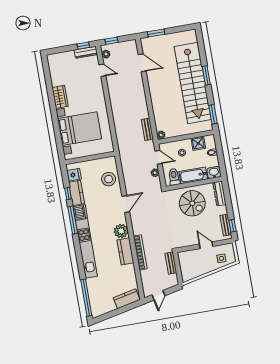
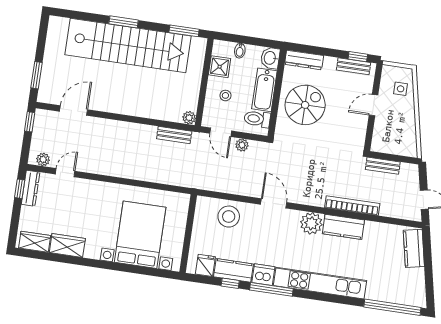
window: (112, 41) -> (30, 122), moved
wardrobe: (54, 66) -> (35, 242), added
wardrobe: (60, 97) -> (67, 246), moved
door: (159, 157) -> (221, 132), swing flipped

